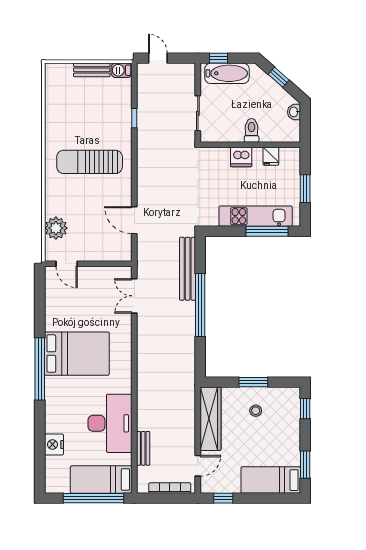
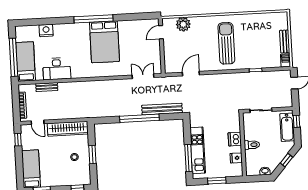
desk: (110, 423) -> (57, 69), width x0.73, depth x0.77

